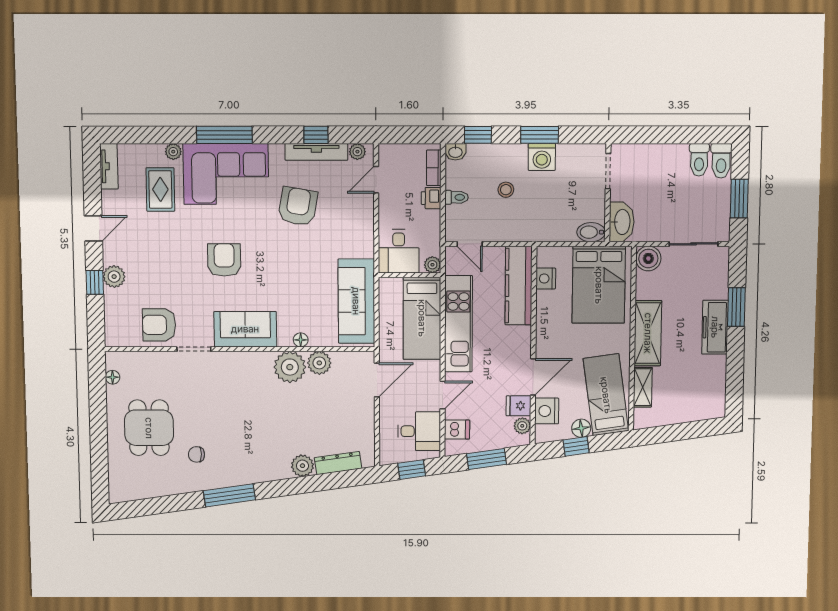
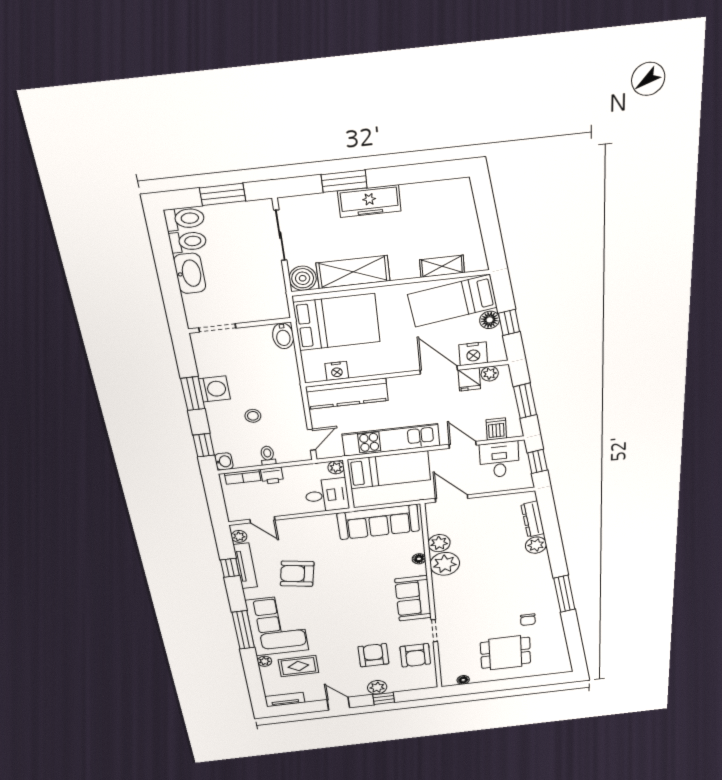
washbasin: (622, 222) -> (190, 273), moved, turned 90
armchair: (224, 260) -> (373, 655), moved, turned 90
shelving: (648, 333) -> (353, 272), moved

